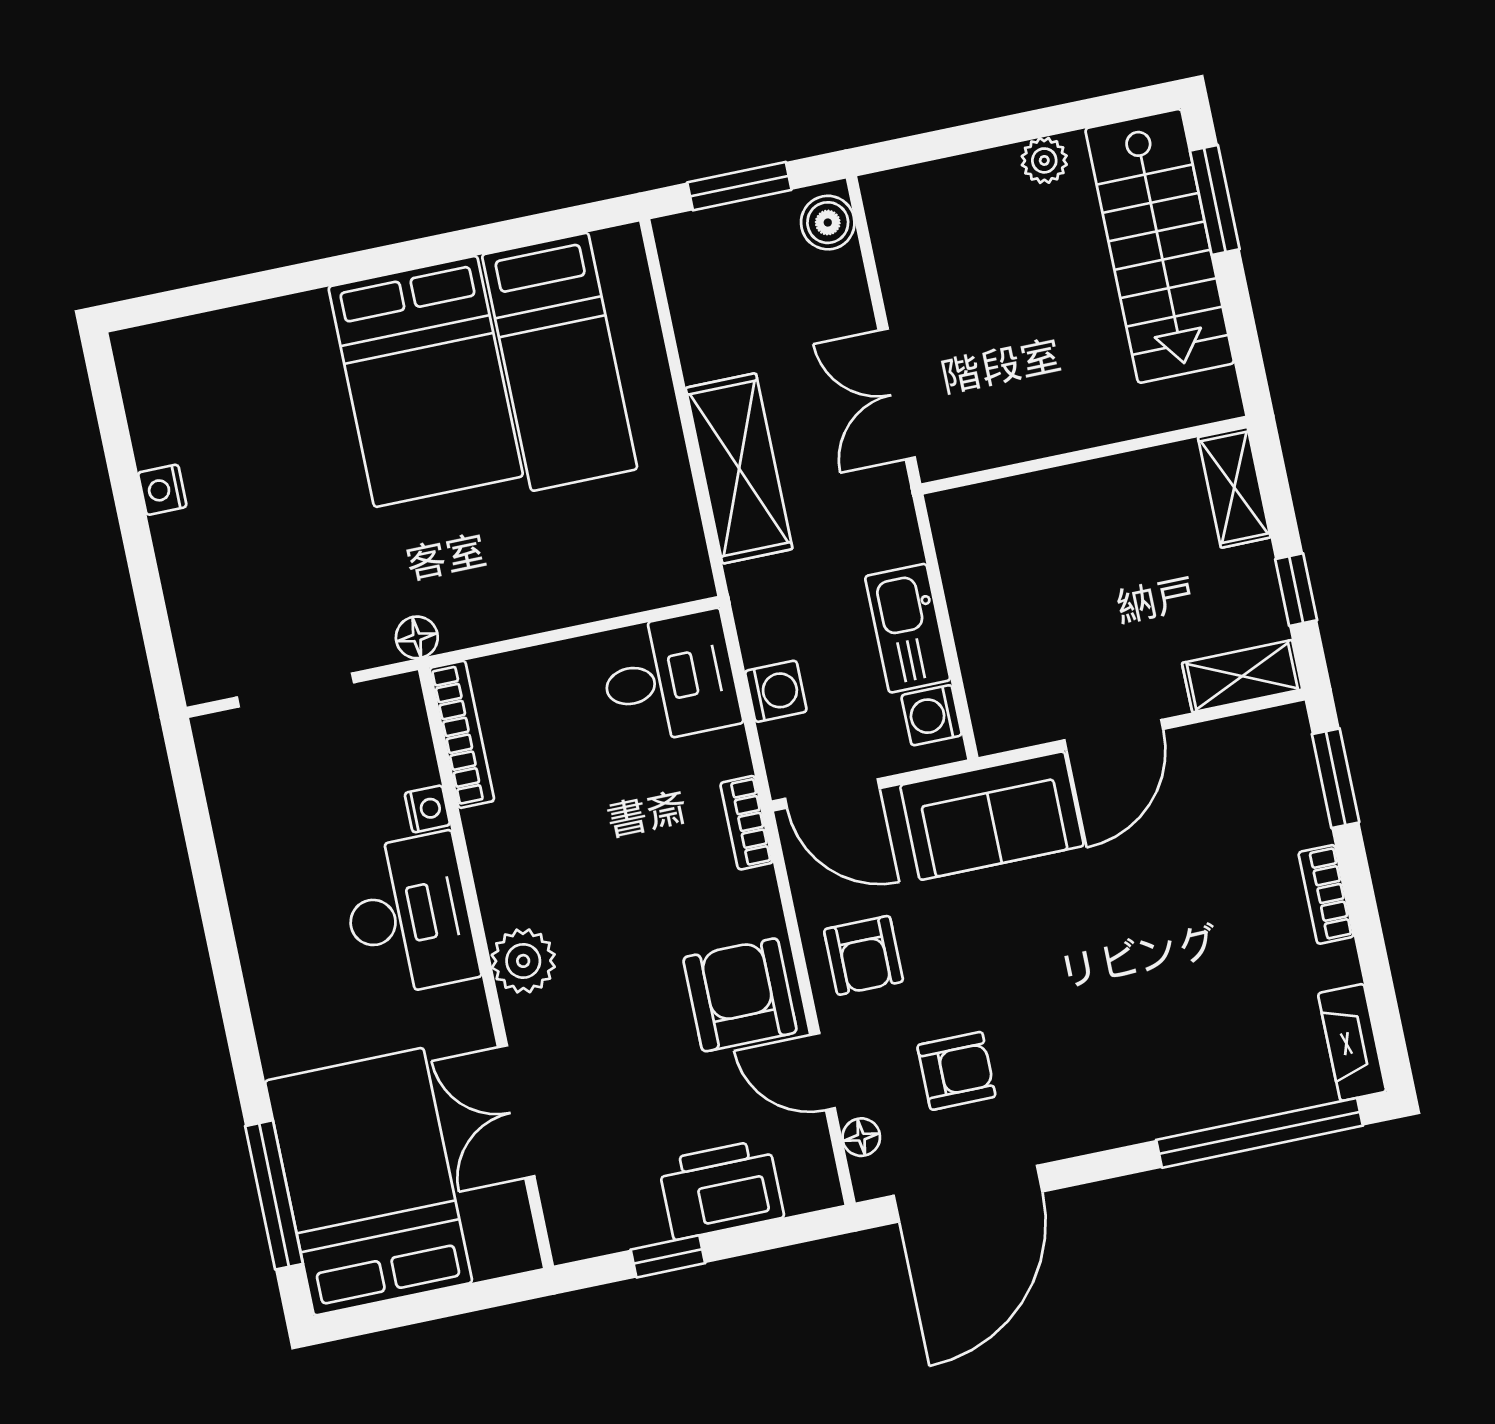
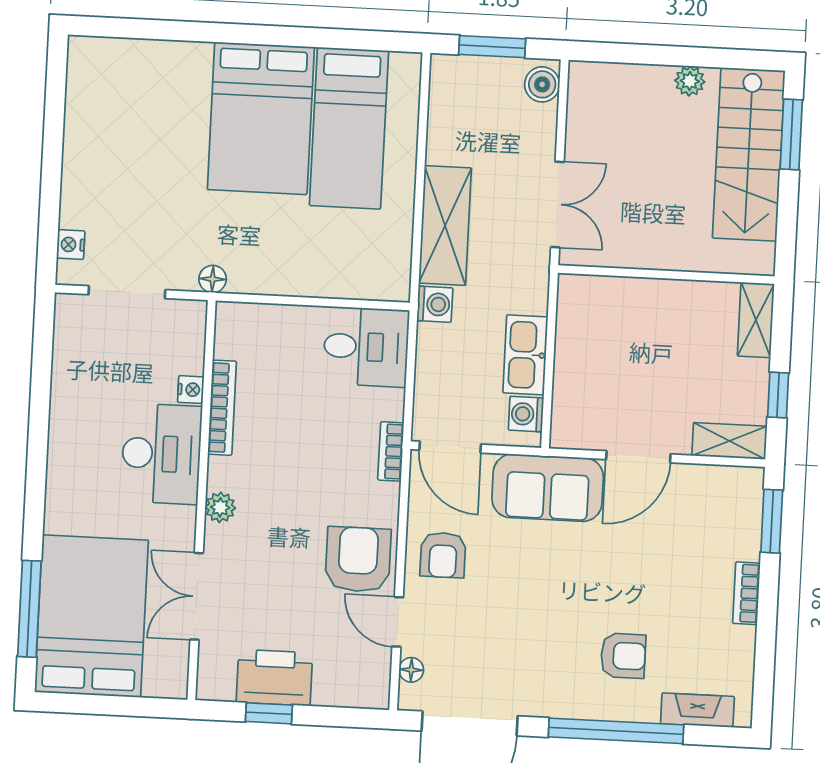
double door: (897, 394) -> (557, 205), swing flipped
nightstand: (162, 490) -> (71, 245), moved
washing machine: (776, 691) -> (435, 304), moved
bookcase: (462, 734) -> (222, 408), moved
plant: (523, 961) -> (220, 507), width x0.73, depth x0.73
fireplace: (1352, 1042) -> (697, 710), moved, turned 90
armchair: (956, 1071) -> (623, 656), moved
window: (1260, 1133) -> (616, 731), moved
printer: (721, 1189) -> (274, 678), moved

